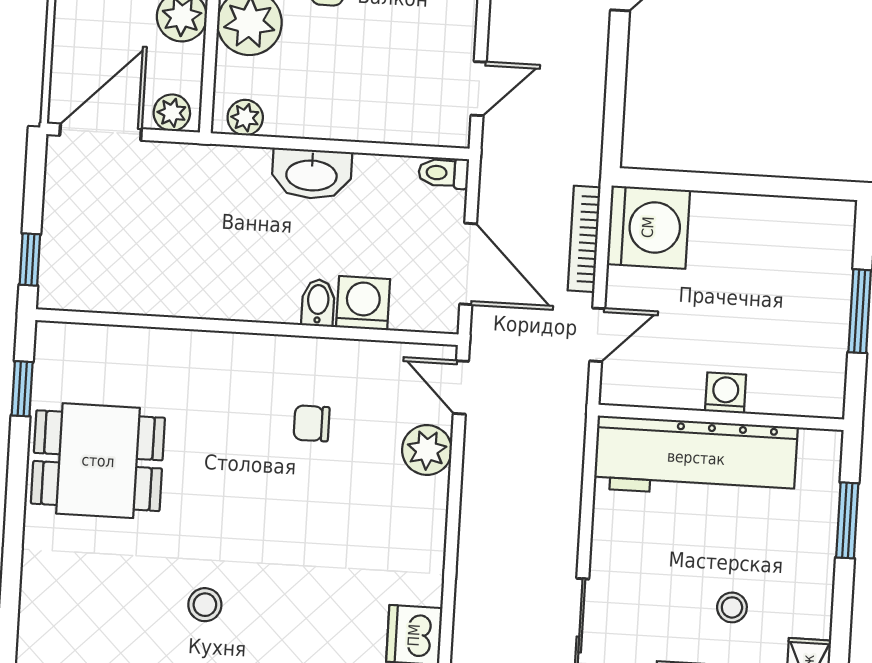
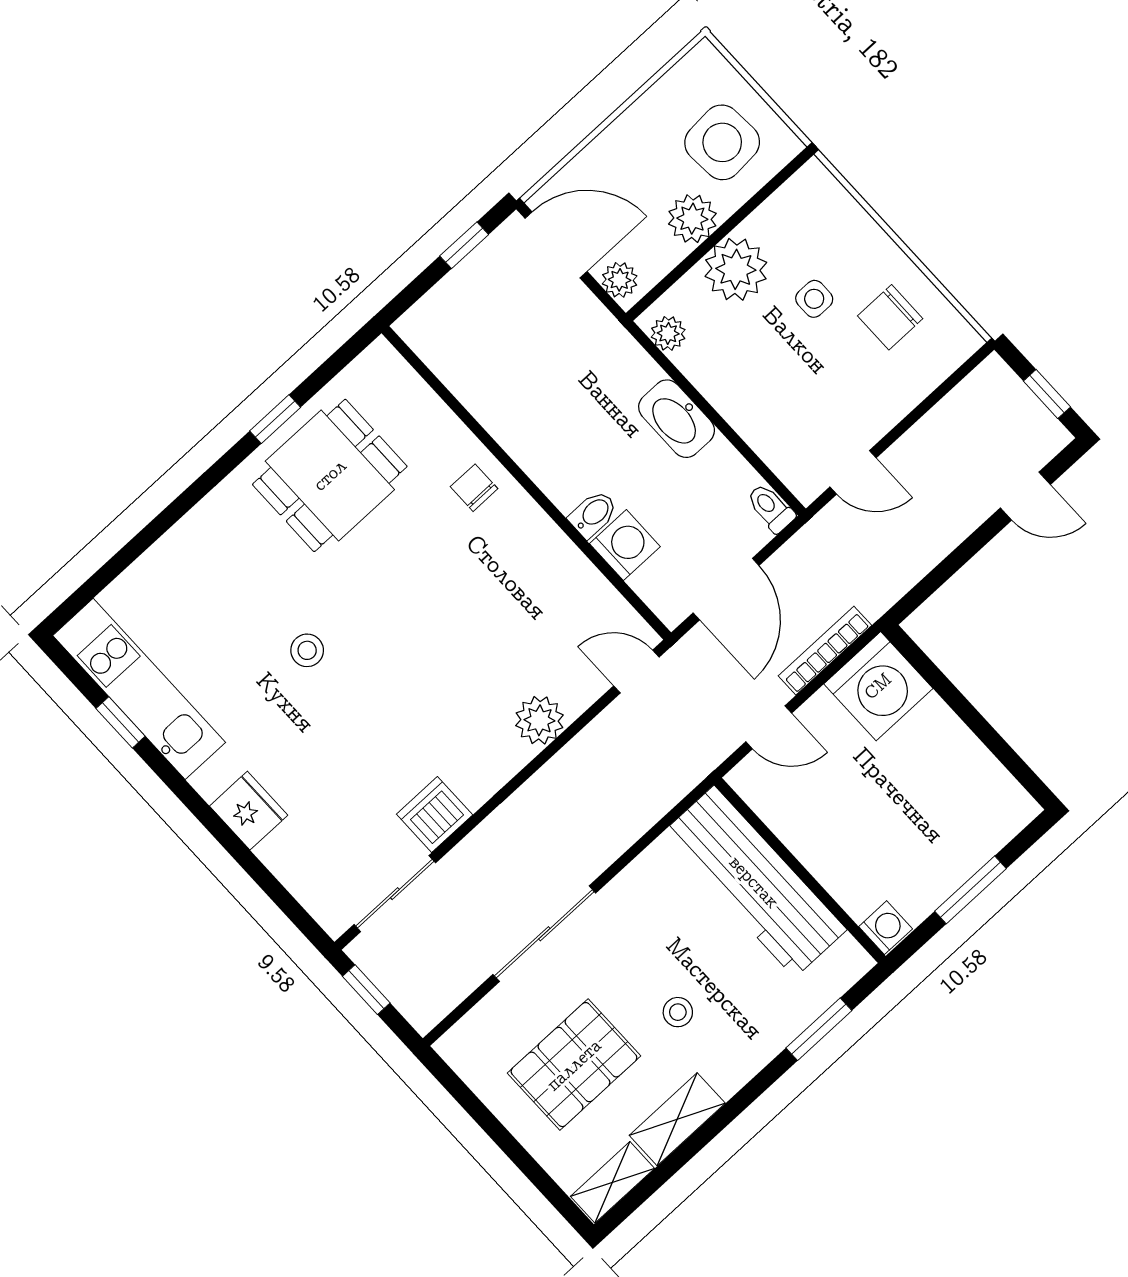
window: (30, 259) -> (464, 245), moved
door: (461, 387) -> (636, 672), hinge flipped
window: (22, 389) -> (275, 419), moved
washing machine: (726, 393) -> (886, 928), moved
chair: (311, 423) -> (474, 488), moved
plant: (427, 450) -> (539, 720), moved
dining table: (98, 461) -> (330, 475), turned 90

